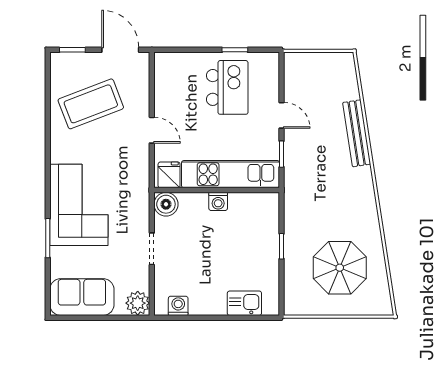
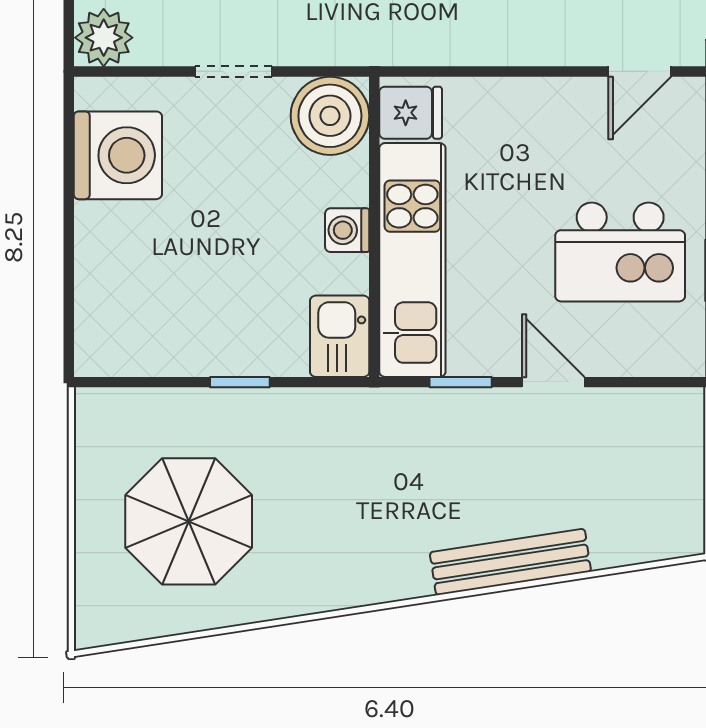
door: (282, 115) -> (553, 382), swing flipped
door: (152, 130) -> (640, 71), moved
boiler: (166, 204) -> (330, 116), width x1.37, depth x1.37
kitchen sink: (244, 303) -> (340, 336), moved, turned 180
washing machine: (178, 306) -> (118, 155), width x1.89, depth x1.89

